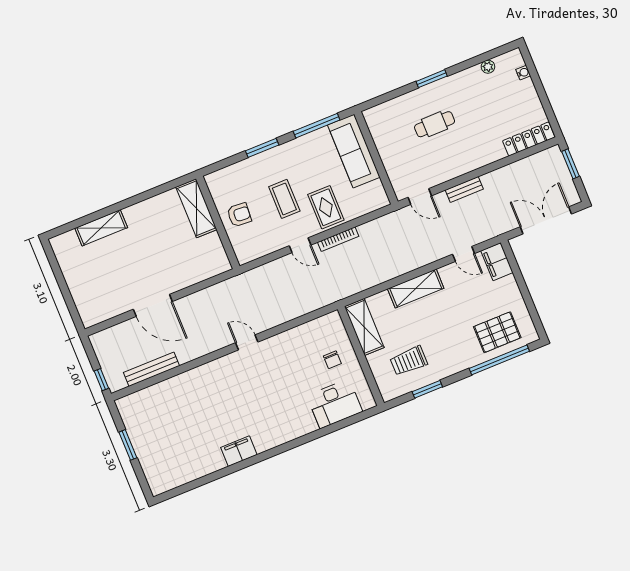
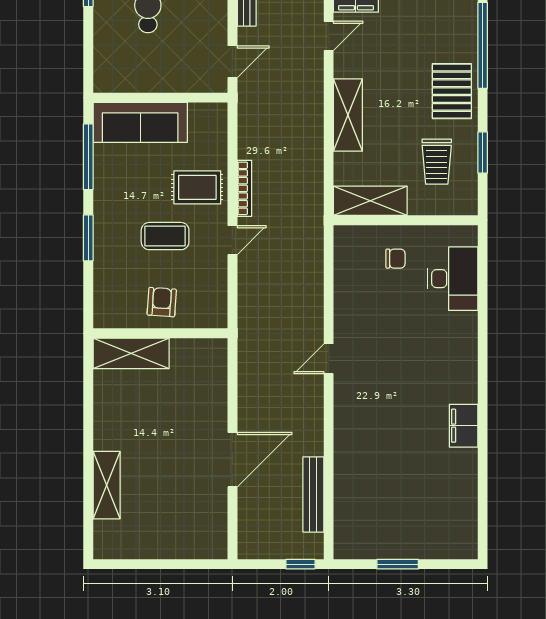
pallet: (497, 332) -> (452, 91), moved

